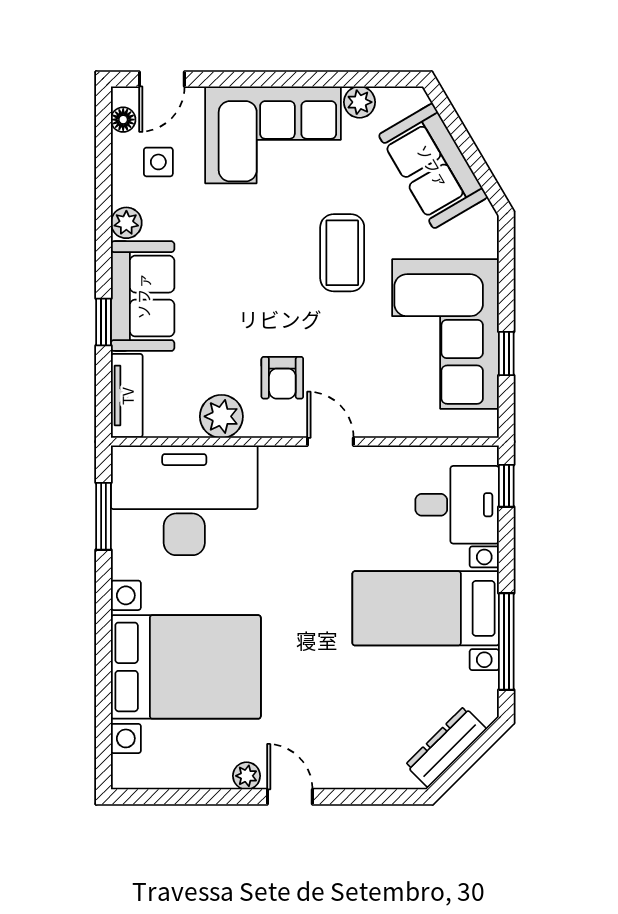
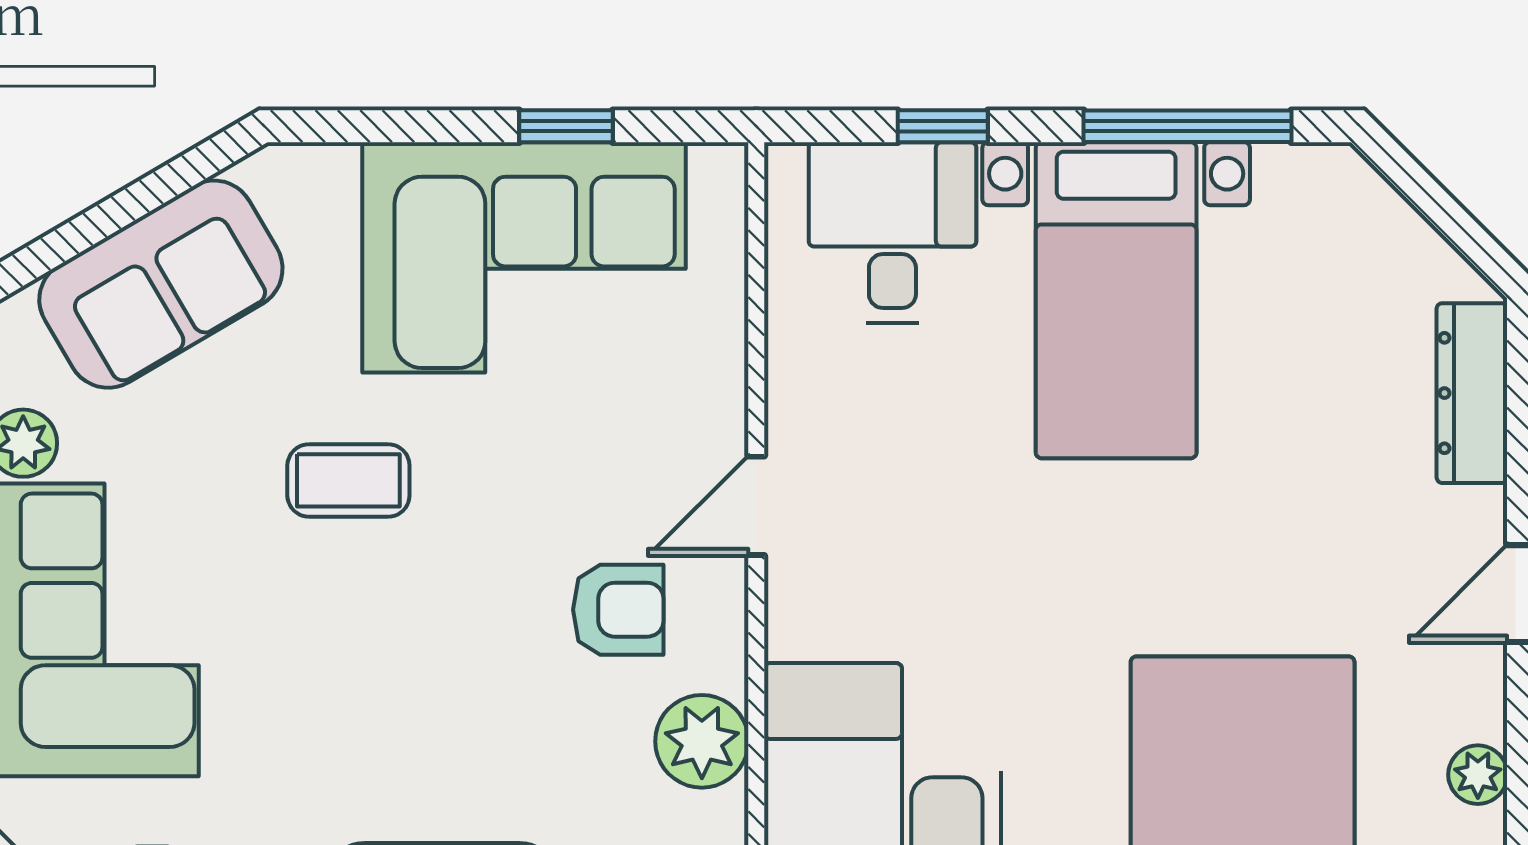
coffee table: (342, 253) -> (348, 480), width x0.73, depth x0.77
window: (506, 486) -> (943, 126), moved
dresser: (446, 747) -> (1472, 393), moved, turned 45
plant: (247, 776) -> (1478, 775), moved

